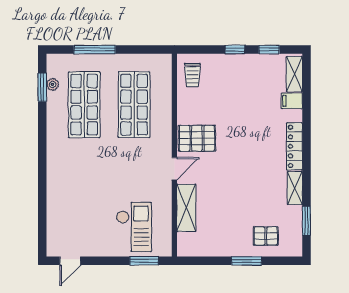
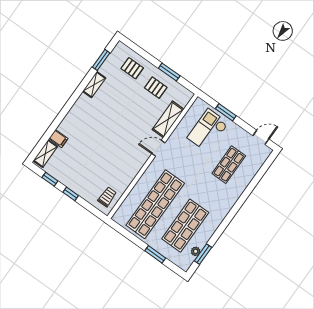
window: (95, 50) -> (155, 254), width x0.69
shop shelf: (134, 105) -> (155, 204), width x1.40
pallet: (197, 138) -> (156, 88), moved, width x0.67, depth x0.71
locker: (294, 146) -> (76, 110), removed
shop shelf: (84, 206) -> (229, 165), added
window: (144, 261) -> (226, 112), moved
window: (247, 261) -> (169, 72), moved

